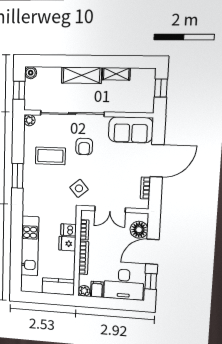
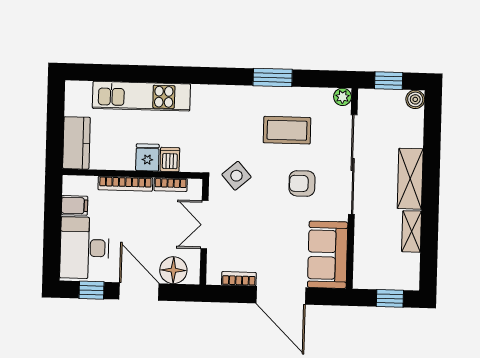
coffee table: (50, 156) -> (287, 130), turned 90
window: (18, 176) -> (273, 77), moved
plant: (84, 291) -> (71, 185), removed

